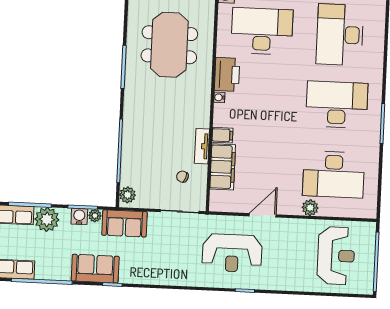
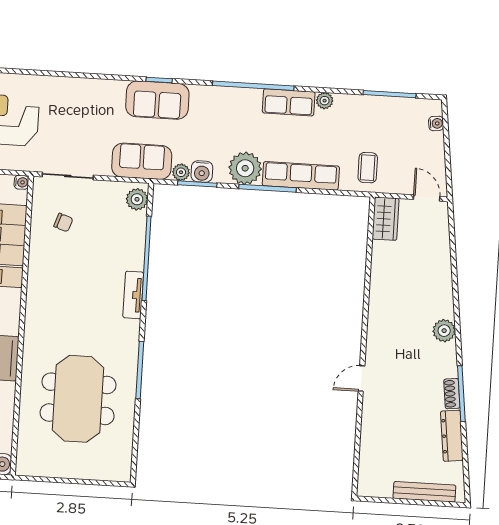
water cooler: (219, 97) -> (21, 182), moved
tv unit: (202, 146) -> (133, 295), moved, turned 180
sofa: (95, 269) -> (157, 100), moved

